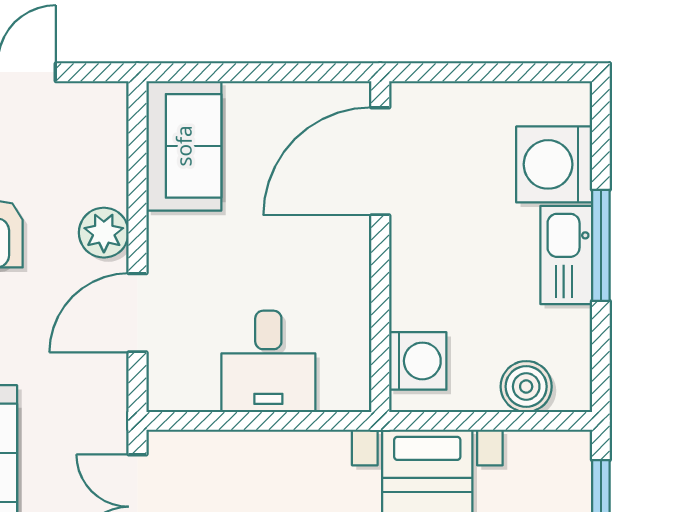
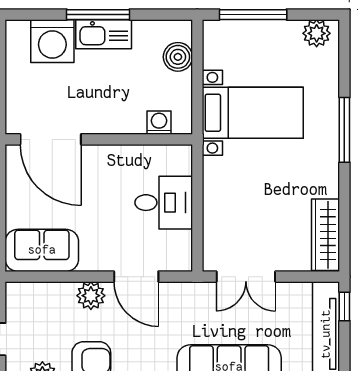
washing machine: (418, 361) -> (159, 123), width x0.73, depth x0.73

